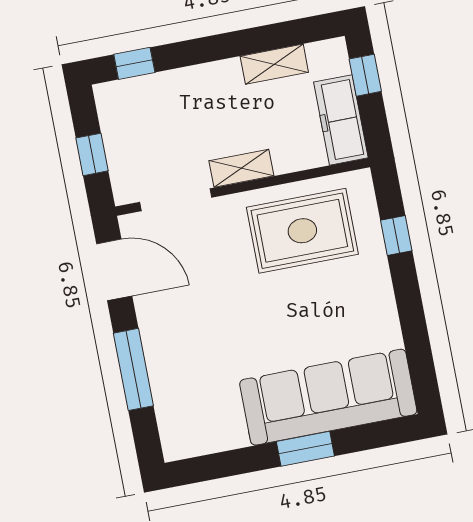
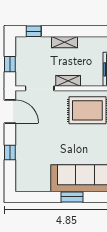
shelving: (274, 64) -> (65, 42), moved
window: (133, 369) -> (10, 152), width x0.46

